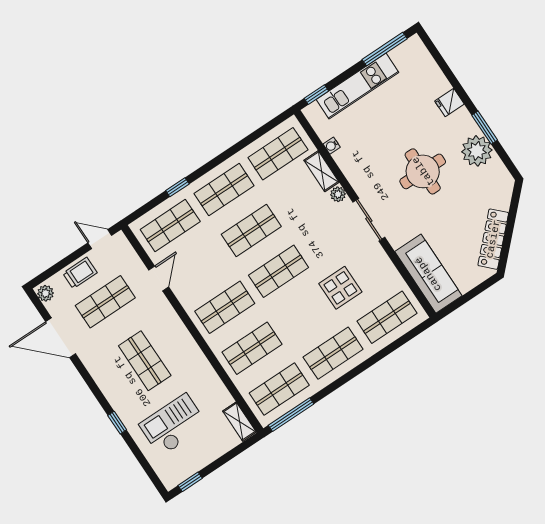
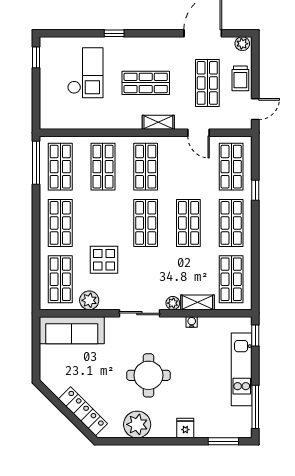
window: (485, 128) -> (223, 441), moved
water cooler: (332, 146) -> (192, 322), moved
locker: (493, 239) -> (83, 411), moved
plant: (389, 276) -> (89, 300), added
shelving: (239, 422) -> (158, 122), moved

